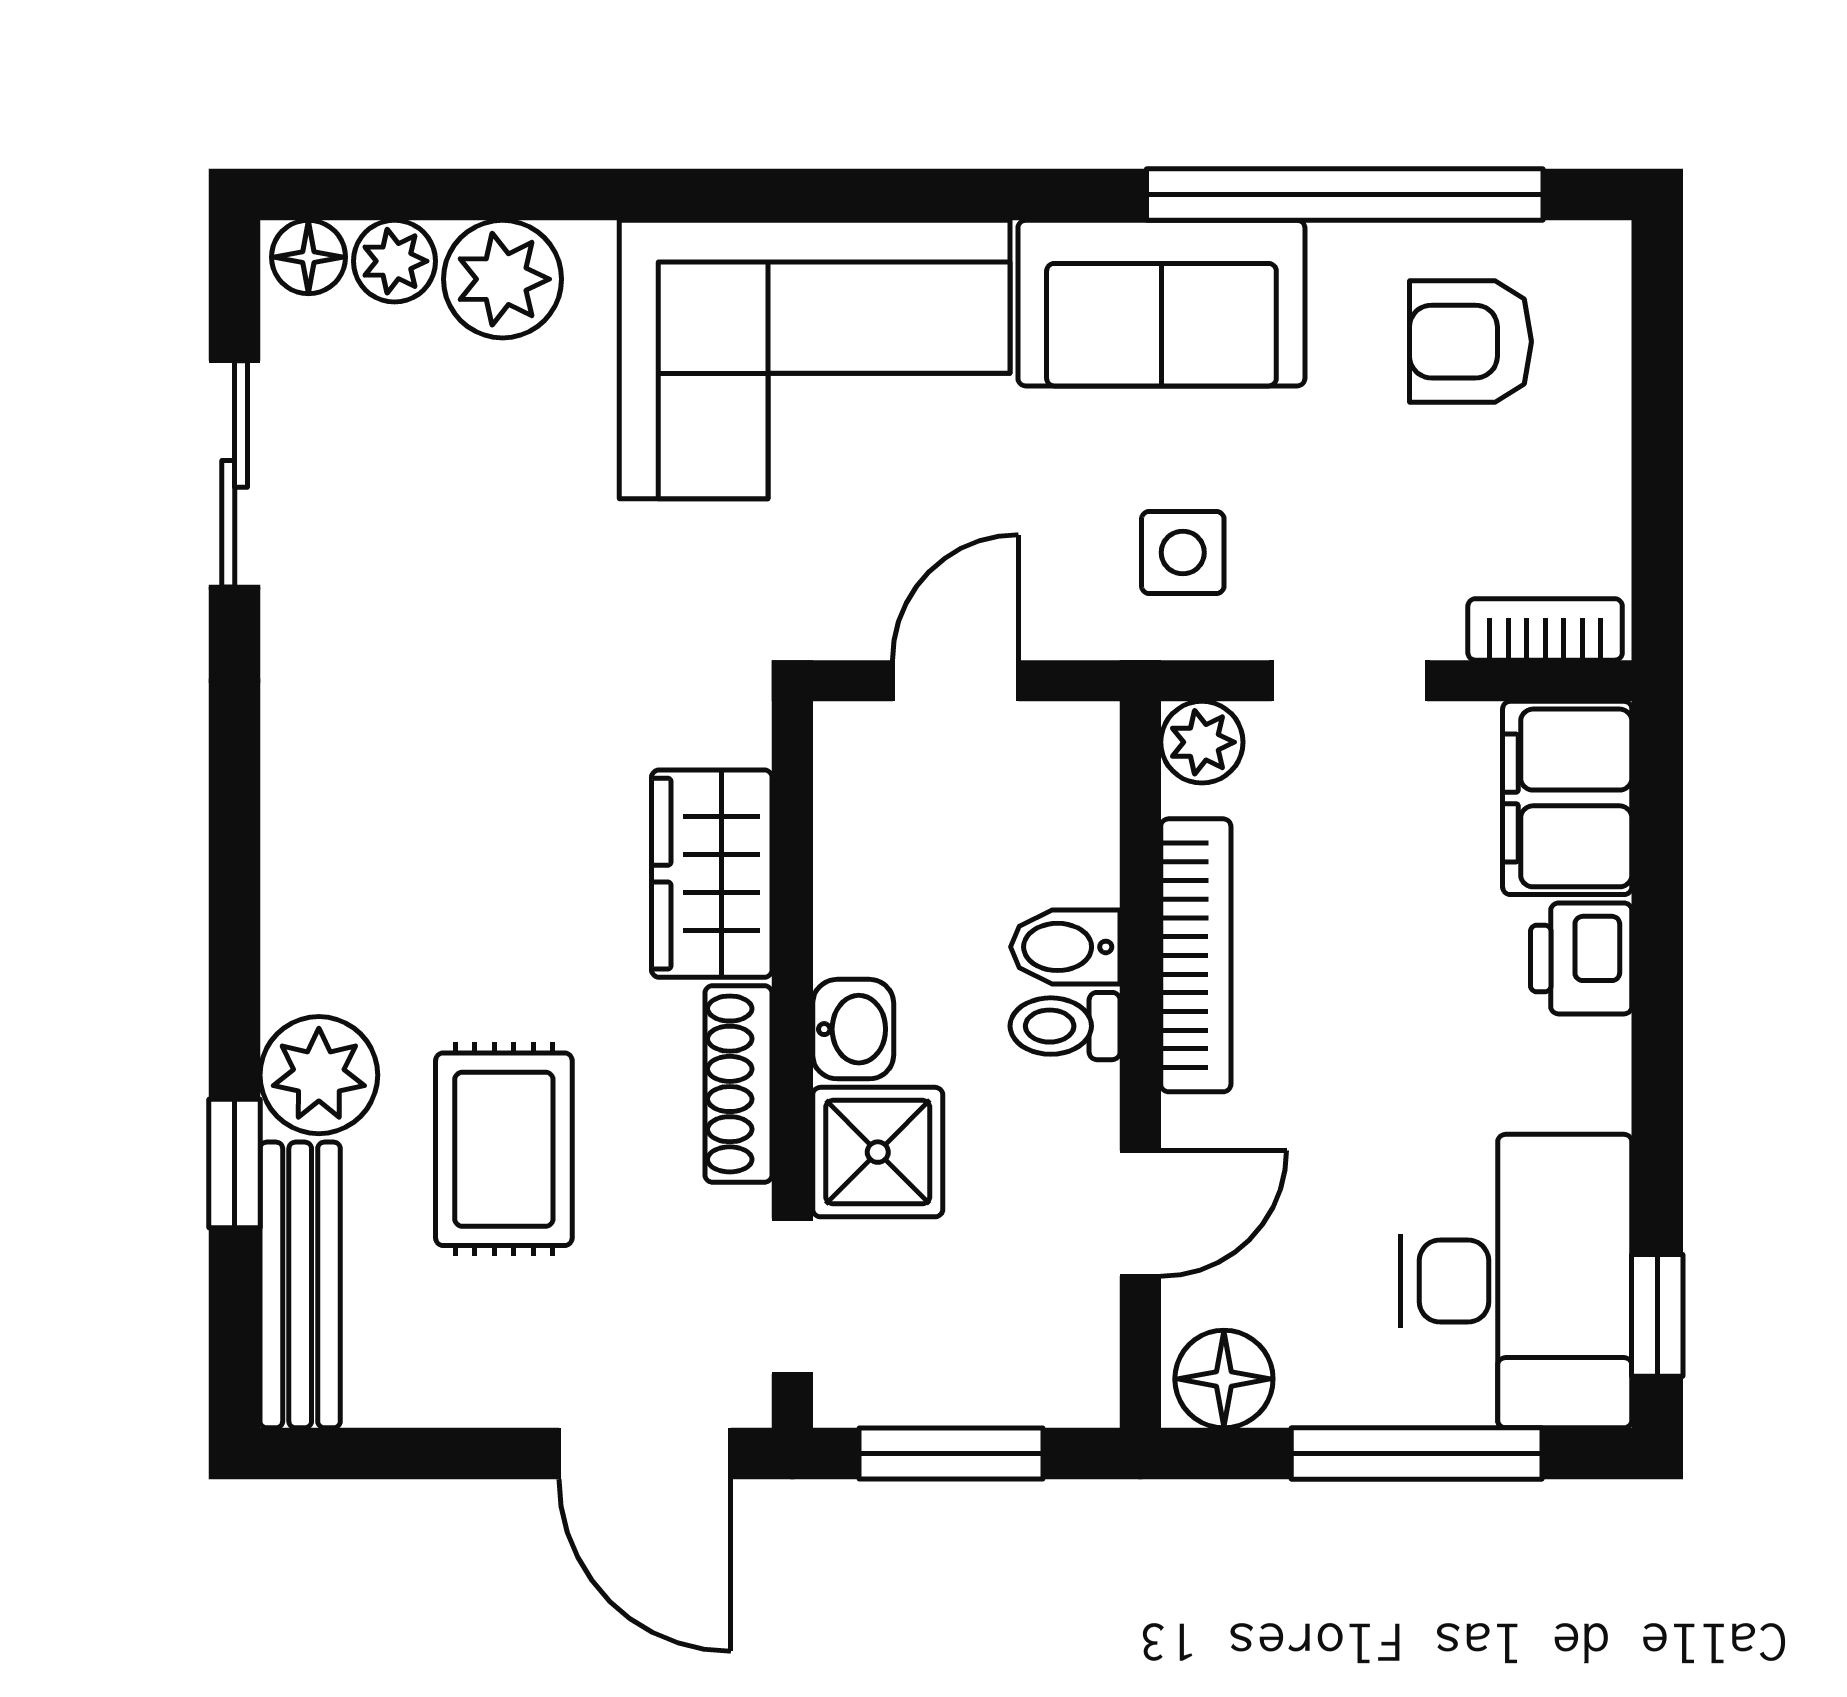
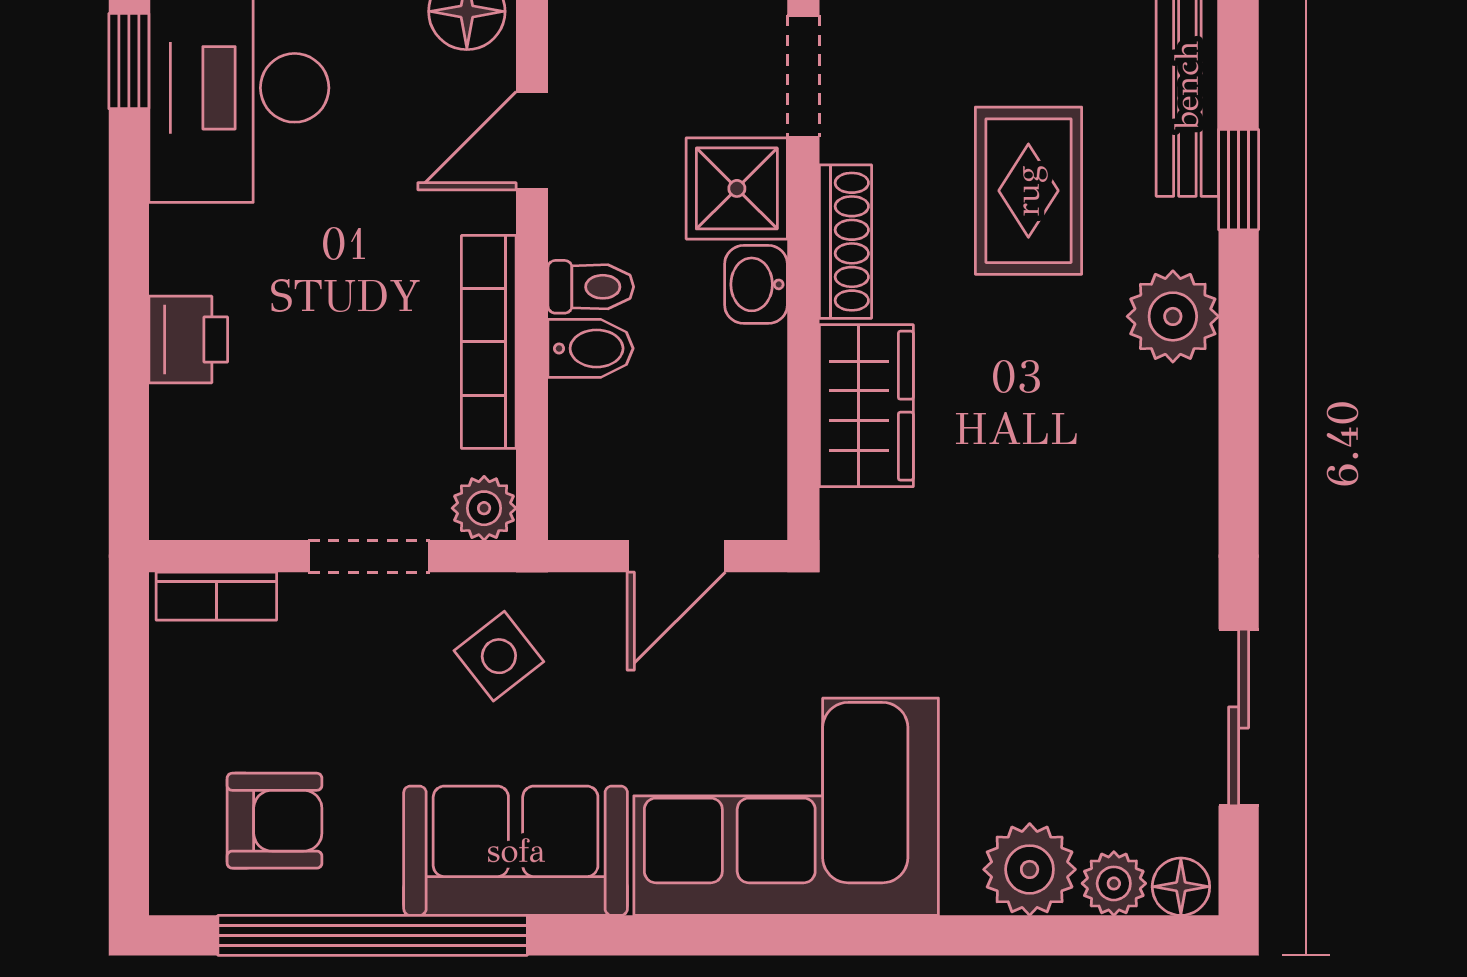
side table: (1183, 553) -> (499, 656), turned -38
filing cabinet: (1567, 798) -> (199, 465), removed
plant: (319, 1075) -> (1173, 316), moved

